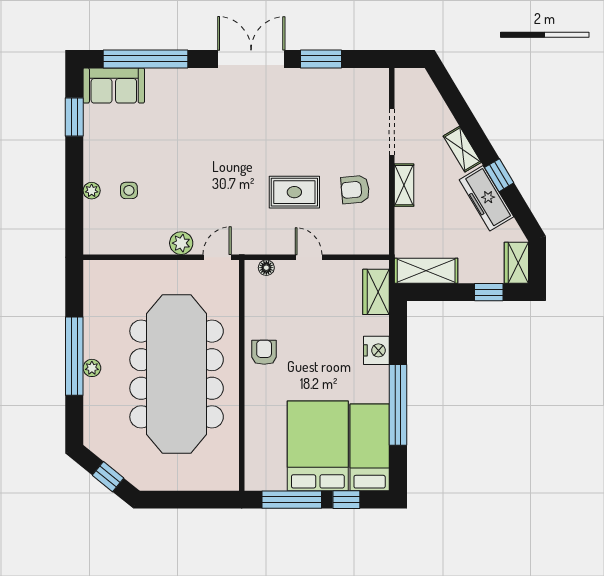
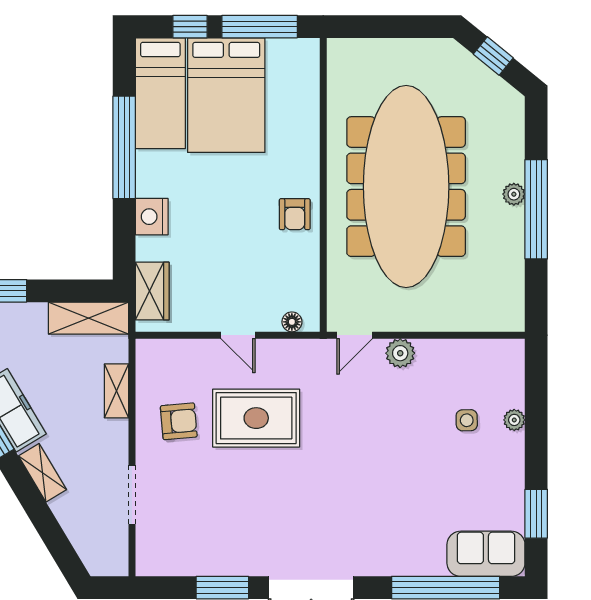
shelving: (404, 185) -> (117, 391), moved
rug: (294, 192) -> (256, 418), width x1.36, depth x1.43

